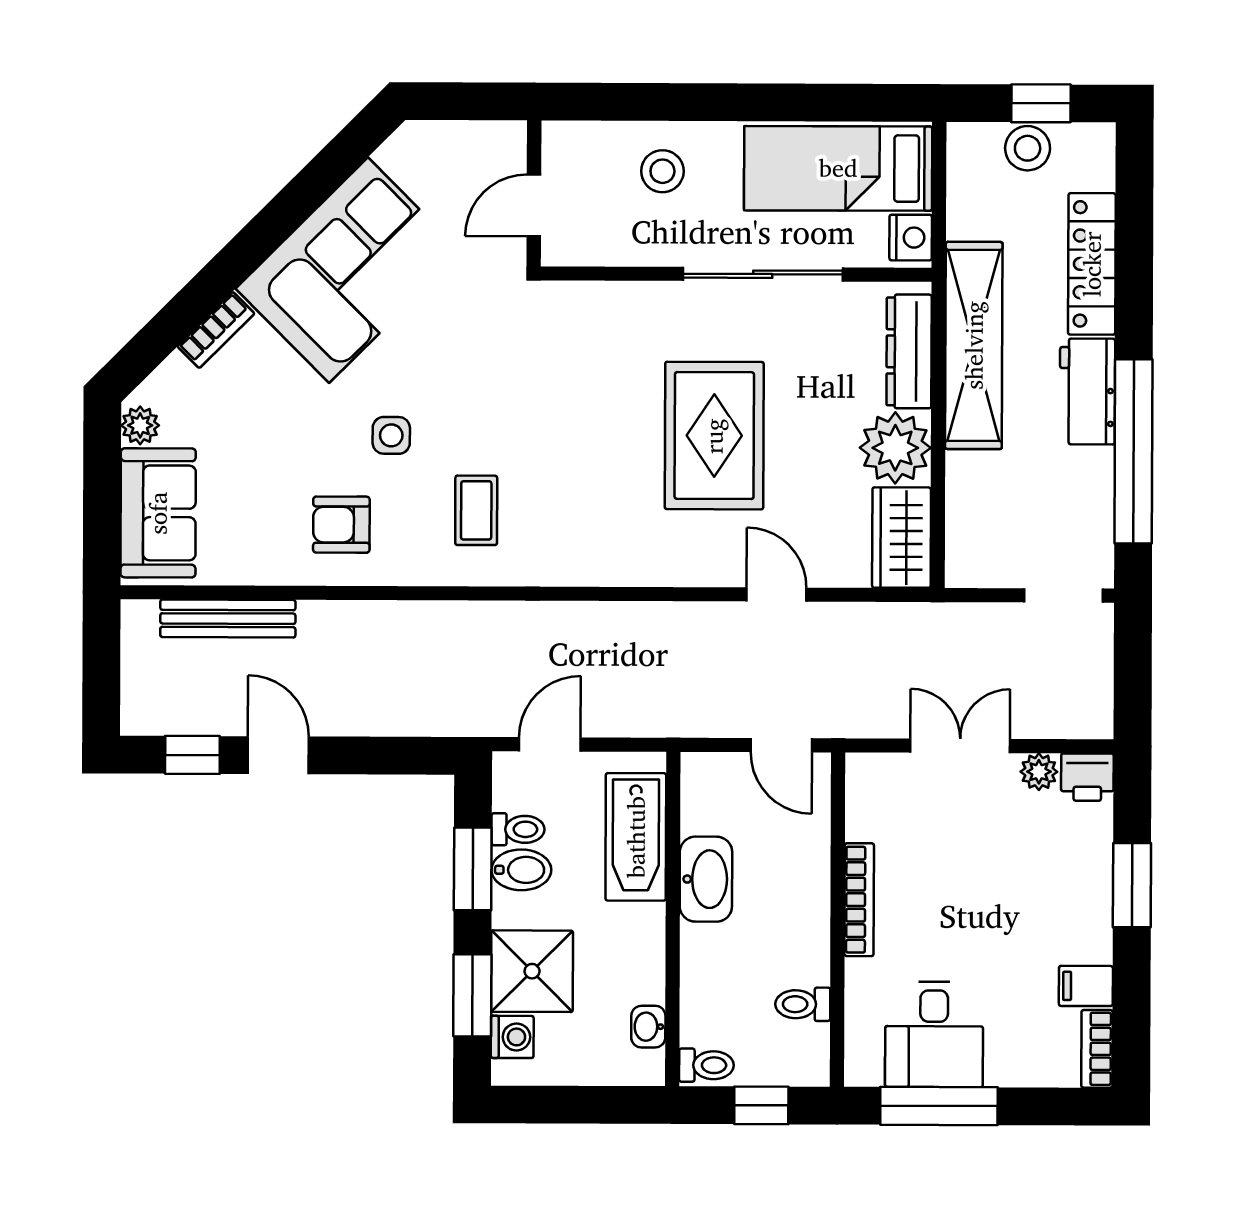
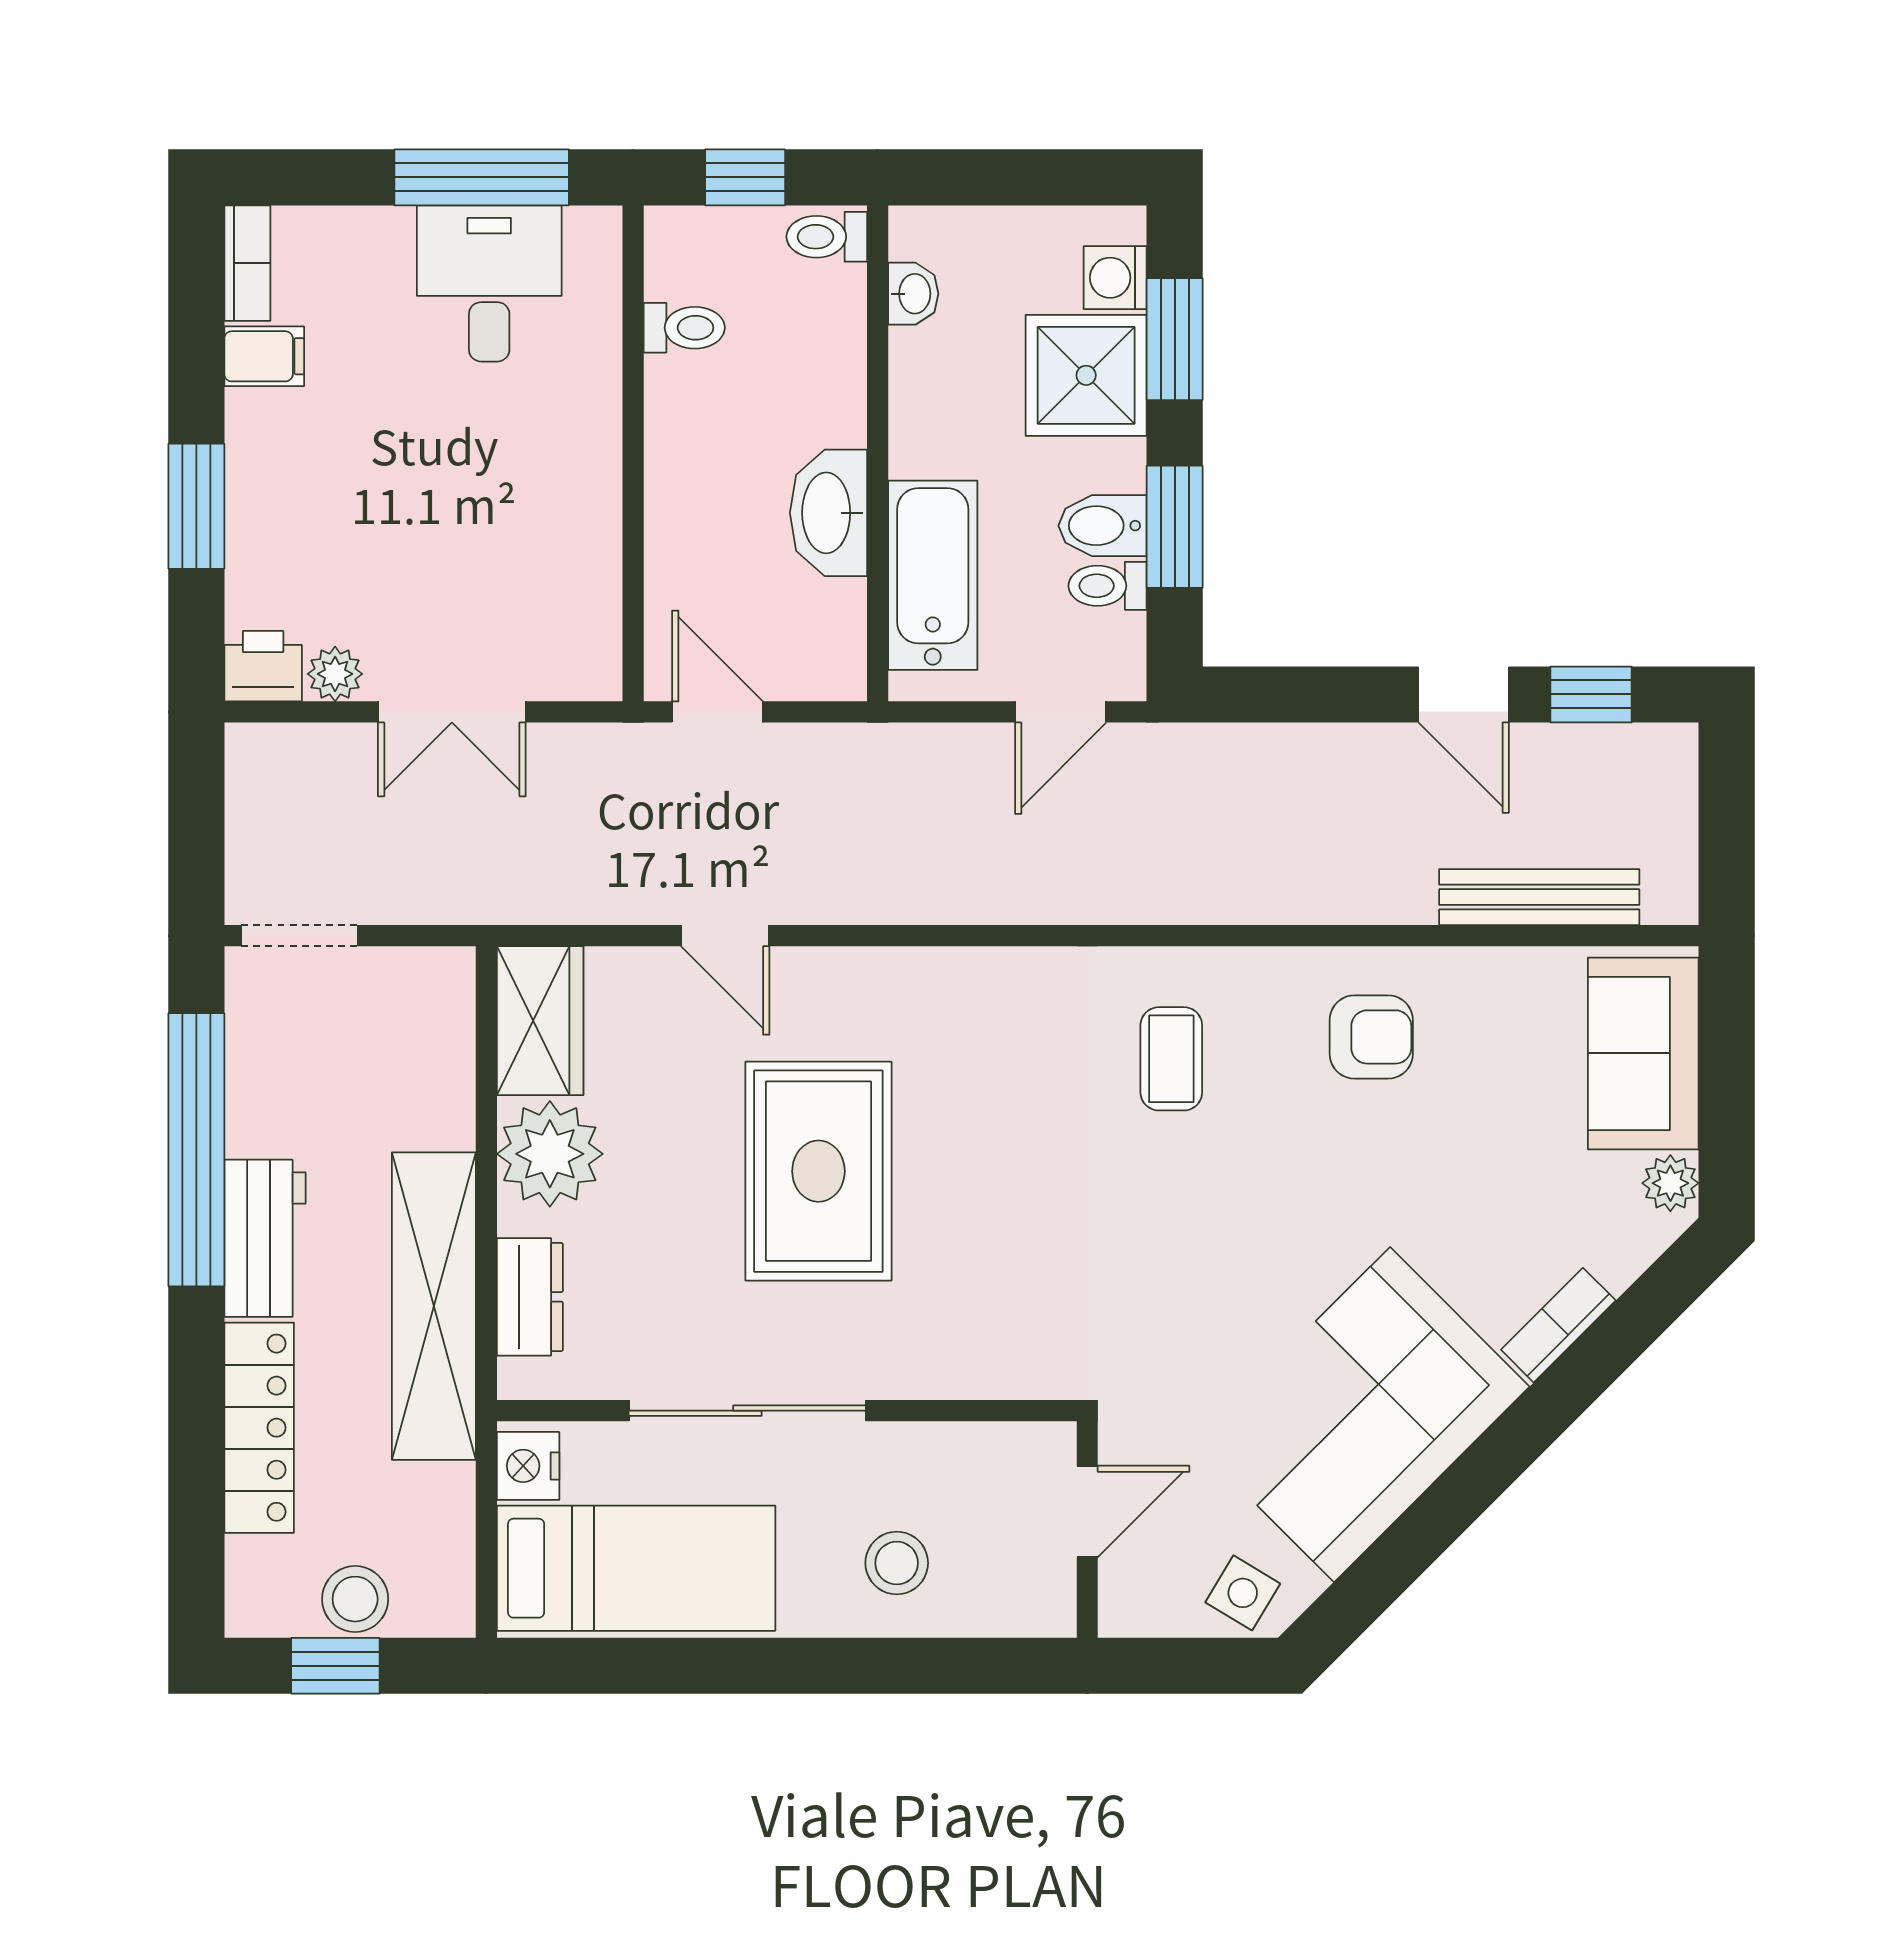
dresser: (909, 351) -> (530, 1297), width x0.70
side table: (391, 435) -> (1243, 1593), moved, turned 31
bookcase: (859, 900) -> (601, 483), removed

